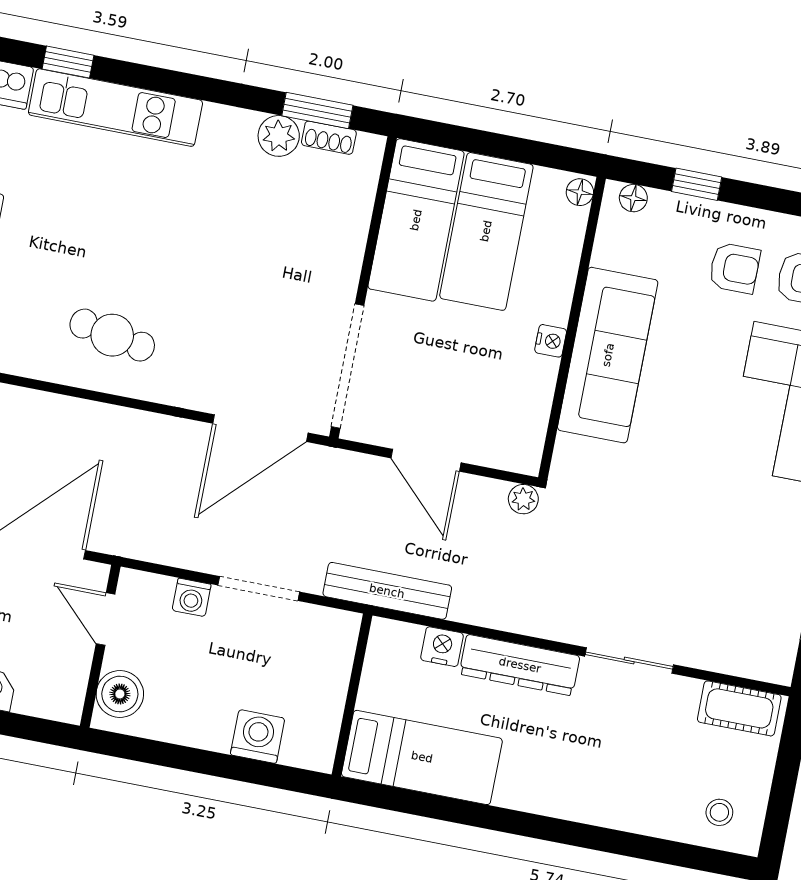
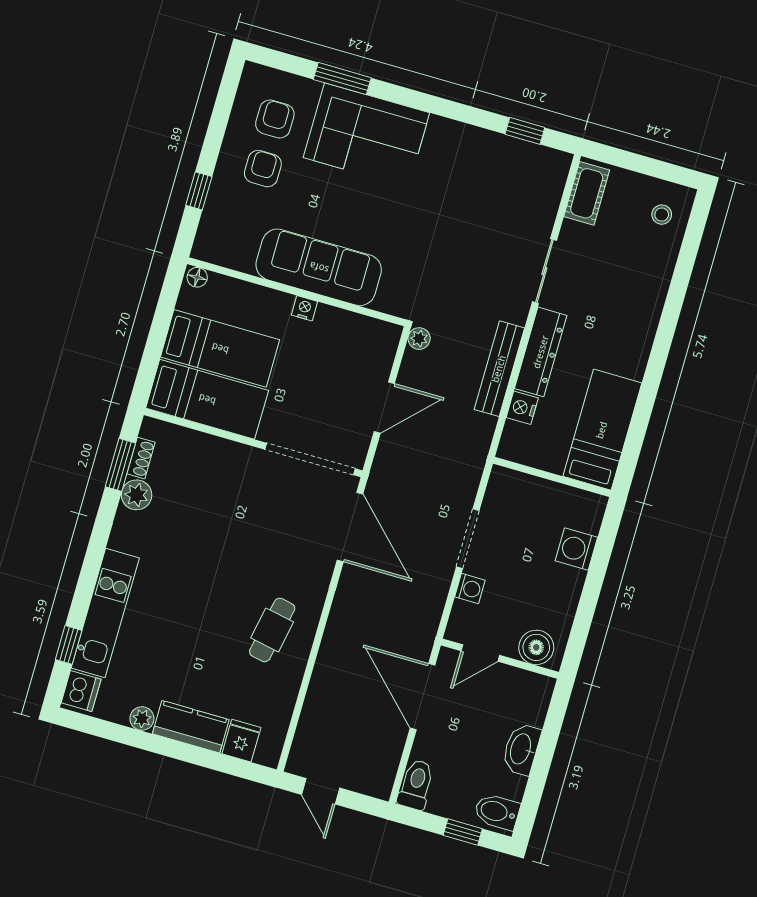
floor lamp: (633, 198) -> (205, 238), removed
bench: (387, 591) -> (499, 369), moved

